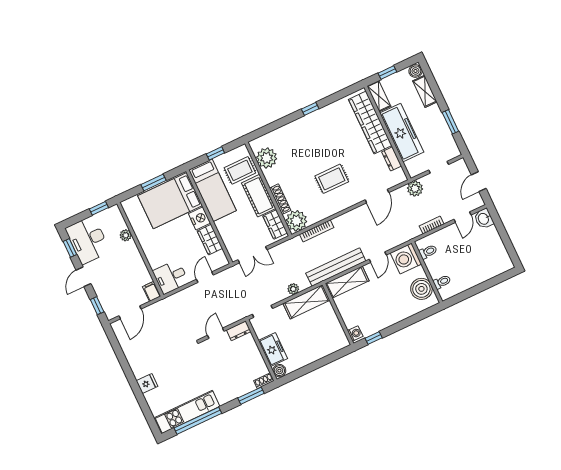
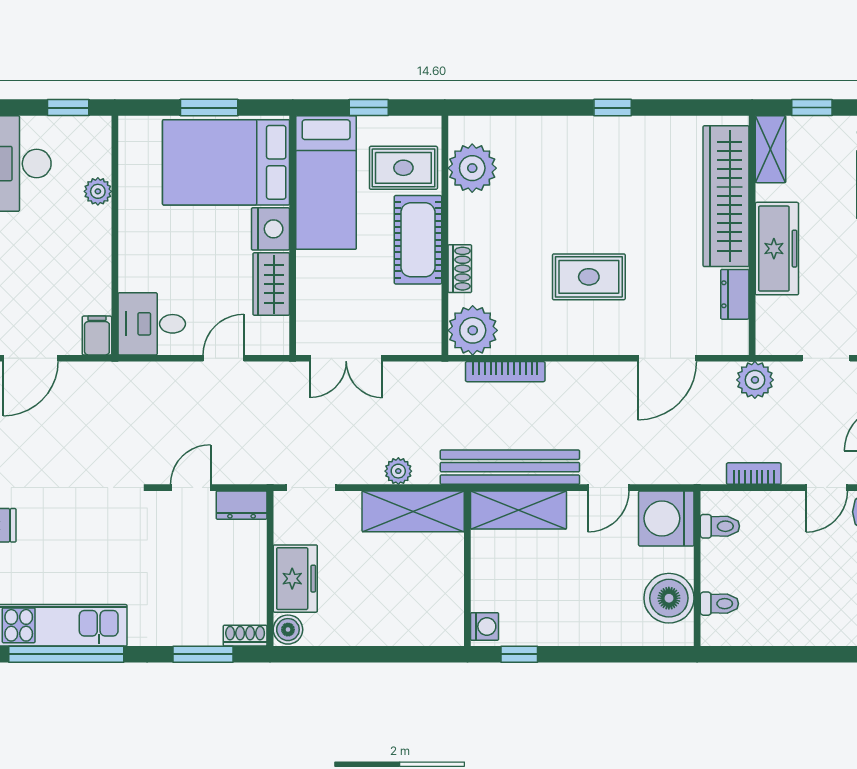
freezer: (402, 133) -> (777, 249), width x0.73, depth x0.79
shoe rack: (280, 199) -> (460, 269), width x0.70
wardrobe: (275, 225) -> (424, 317), removed

